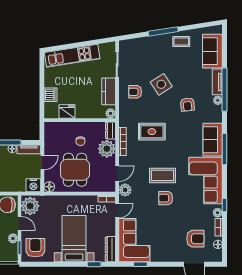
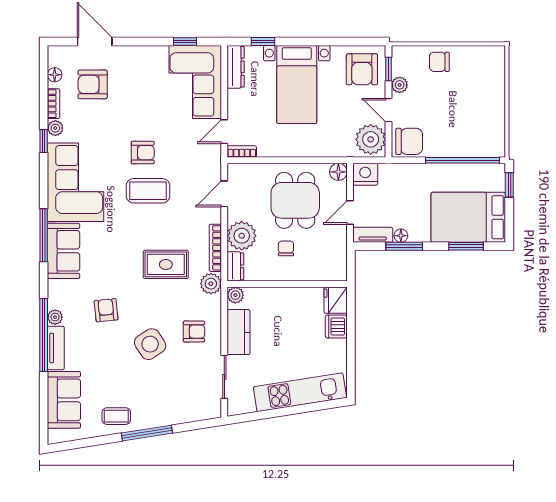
fridge: (67, 112) -> (336, 300), moved, turned 90
plant: (125, 190) -> (211, 284), moved

